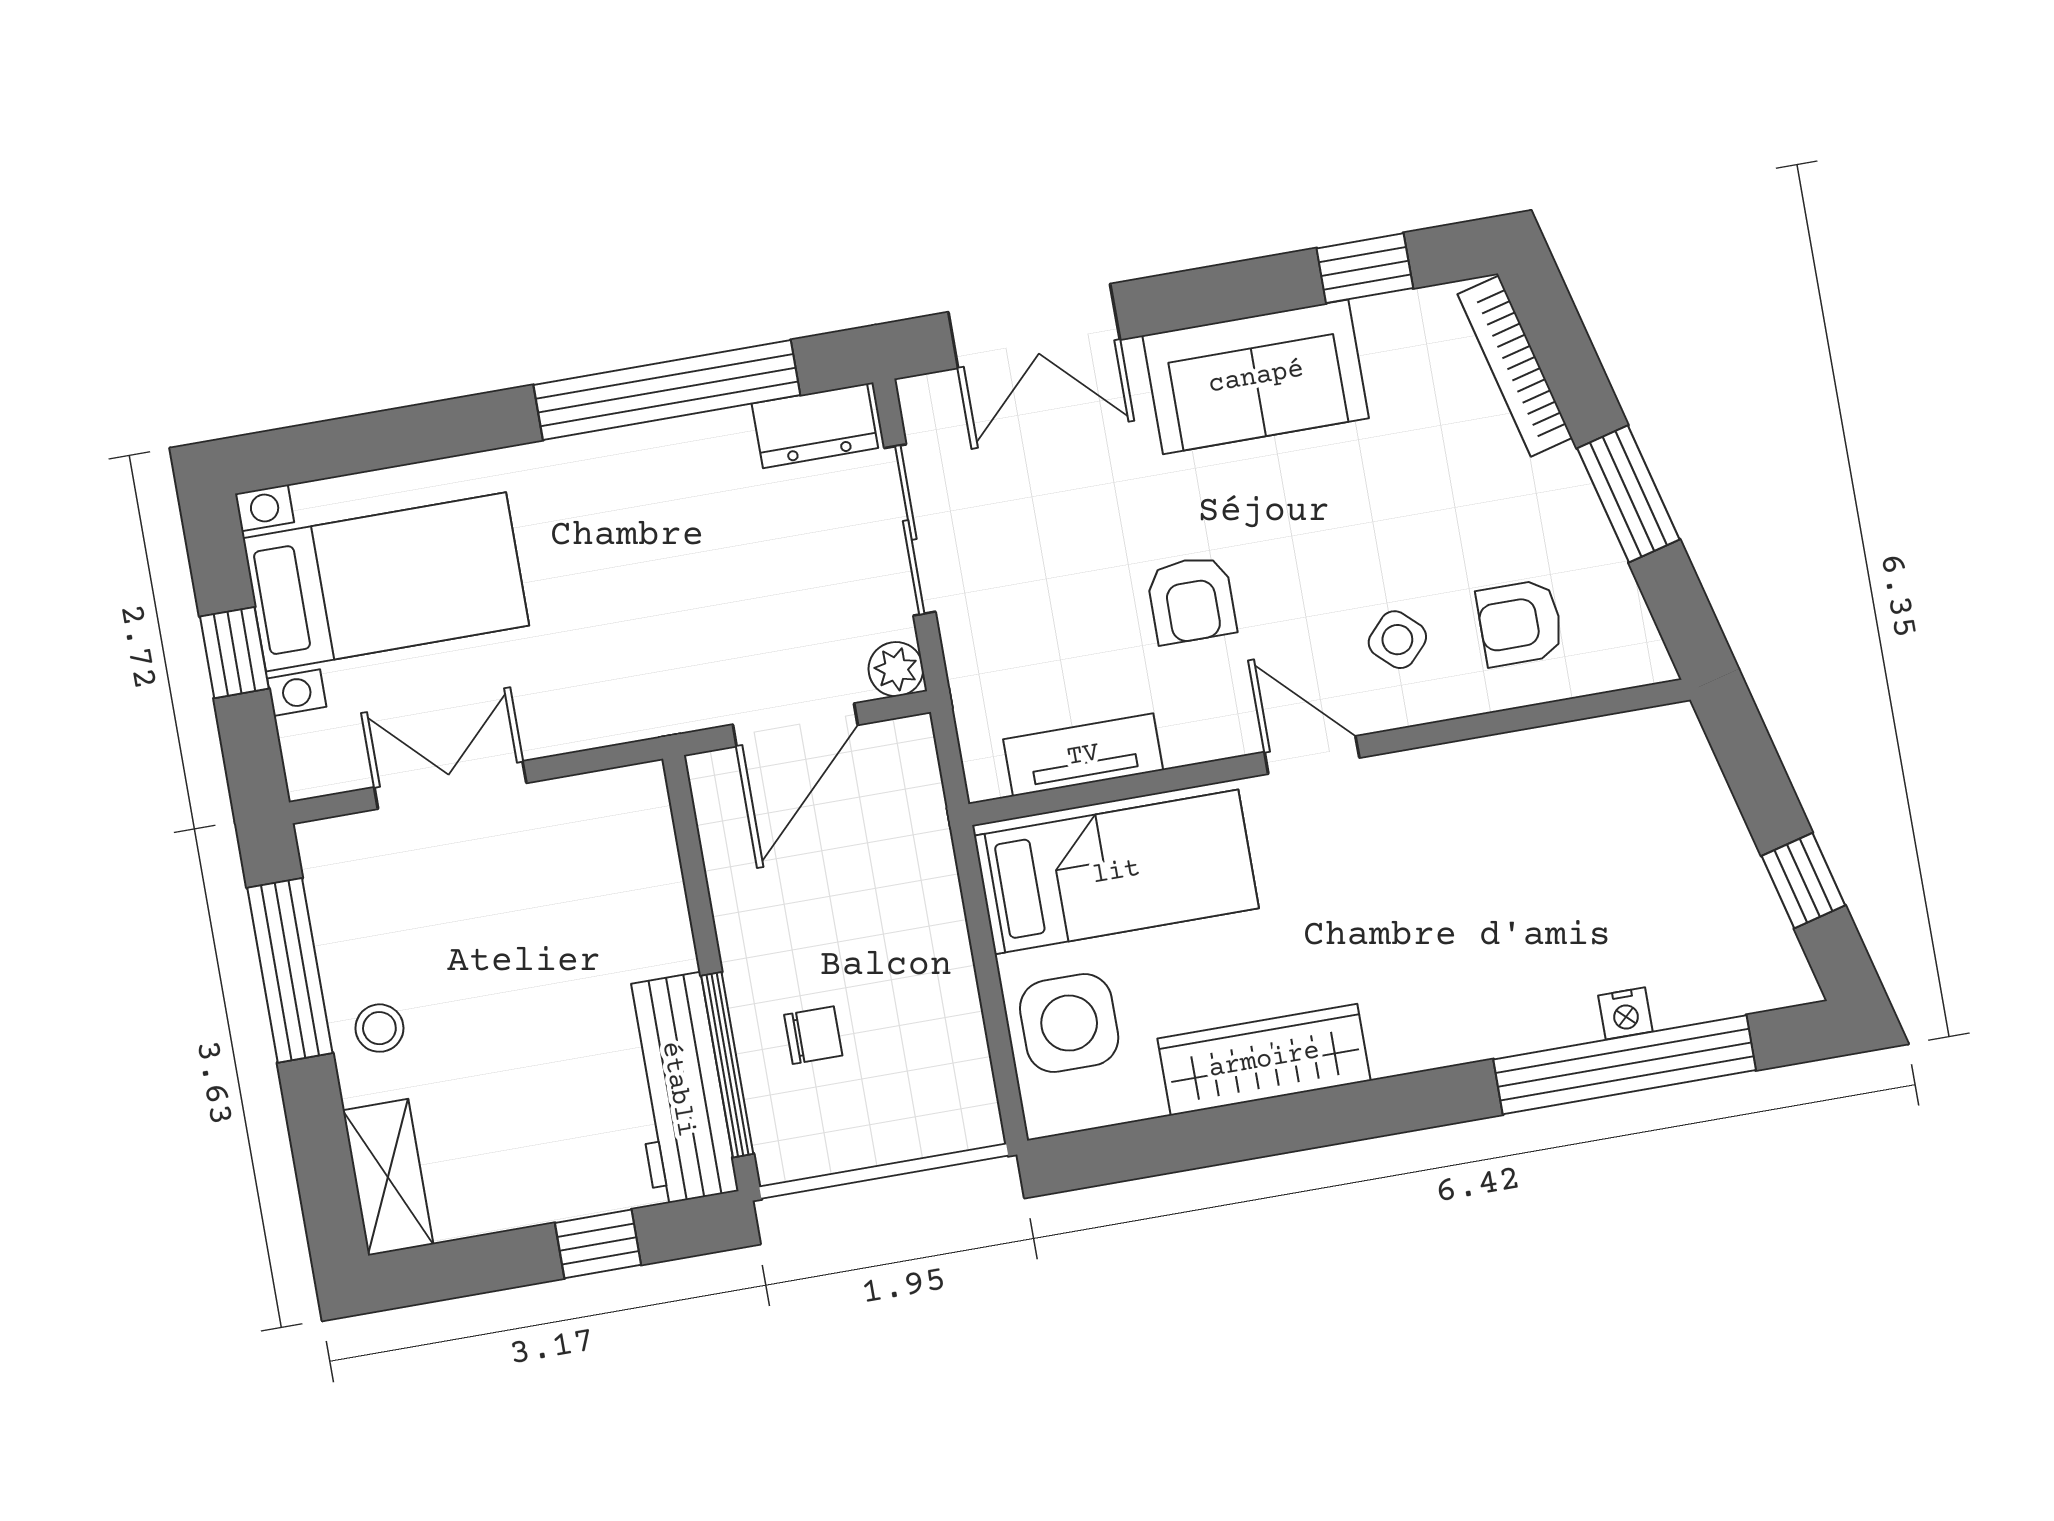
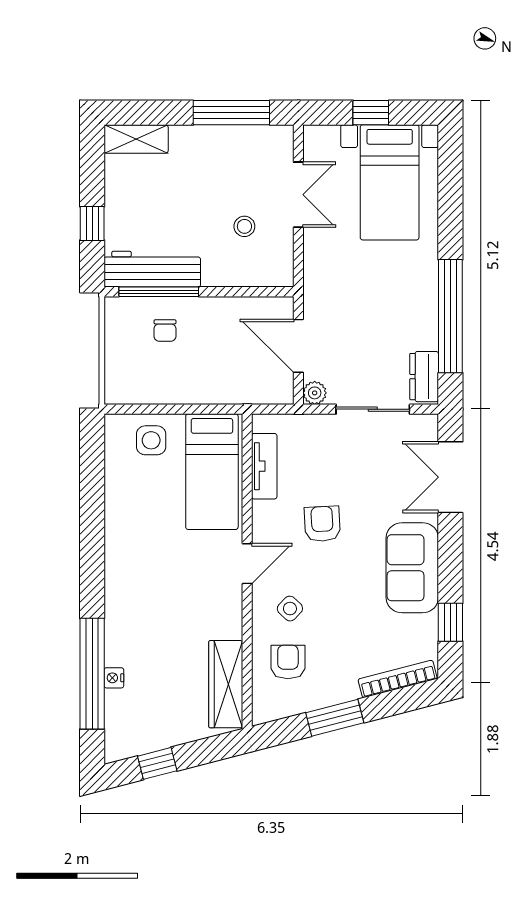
armchair: (1191, 600) -> (322, 524), turned 87
side table: (1069, 1023) -> (151, 440), width x0.73, depth x0.73
stool: (379, 1028) -> (244, 226), moved
wardrobe: (1264, 1060) -> (226, 684), moved, turned 180

